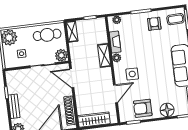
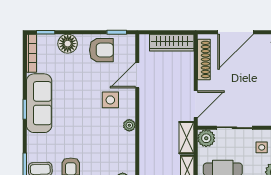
fireplace: (115, 42) -> (129, 148), removed
shelving: (104, 55) -> (187, 138), moved
door: (72, 78) -> (196, 104), hinge flipped

